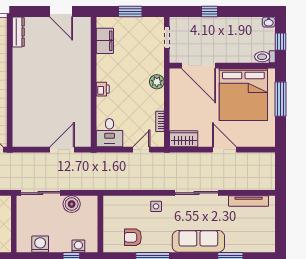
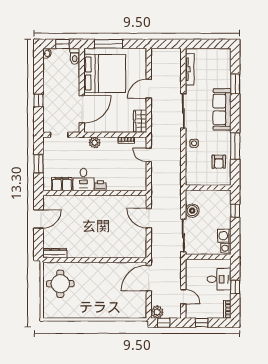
desk: (110, 133) -> (83, 180), moved, turned 90
washing machine: (78, 246) -> (226, 248), moved

